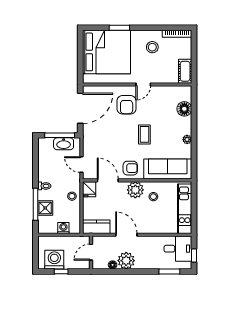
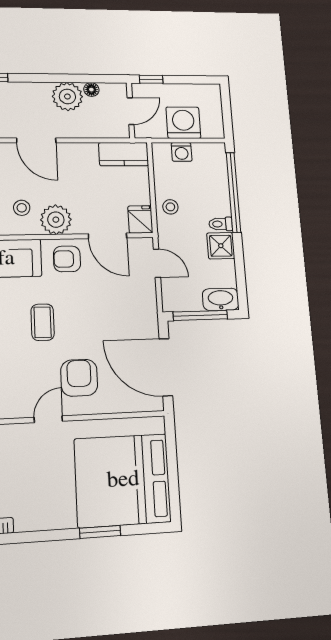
stool: (152, 47) -> (33, 496), removed
door: (80, 108) -> (166, 367), hinge flipped
washbasin: (64, 144) -> (221, 299), moved
window: (35, 204) -> (233, 192), width x1.46
shower: (45, 208) -> (221, 246), moved
door: (126, 235) -> (36, 140), moved
washing machine: (54, 260) -> (183, 123), moved, turned 180
window: (61, 271) -> (151, 79), moved

